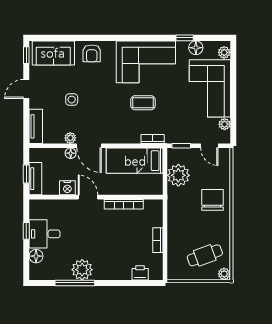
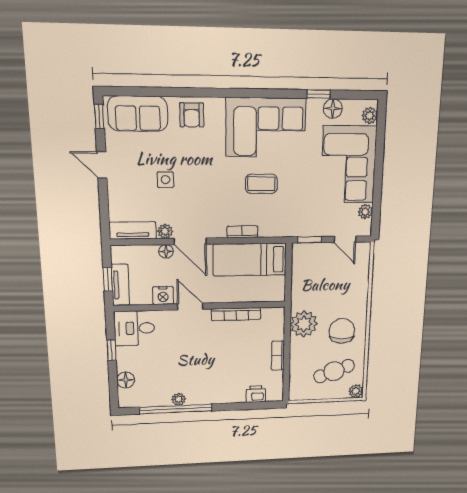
door: (26, 89) -> (102, 165), hinge flipped
tv unit: (36, 126) -> (133, 230), moved, turned -90
bookcase: (153, 139) -> (242, 232), moved
plant: (178, 175) -> (304, 324), moved
chair: (212, 200) -> (342, 331), moved
desk: (44, 234) -> (134, 328), moved
plant: (82, 270) -> (179, 399), width x0.53, depth x0.53
window: (75, 283) -> (176, 409), width x1.46

